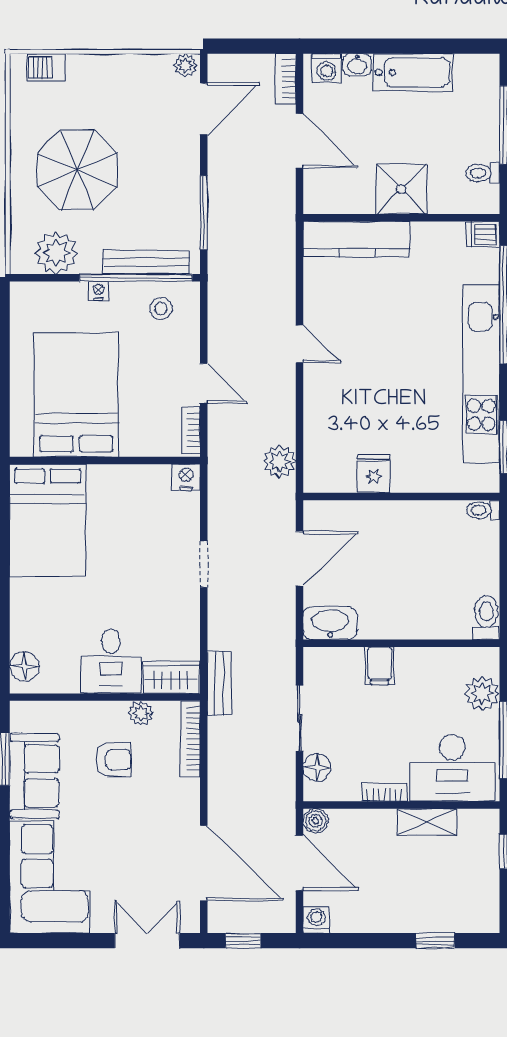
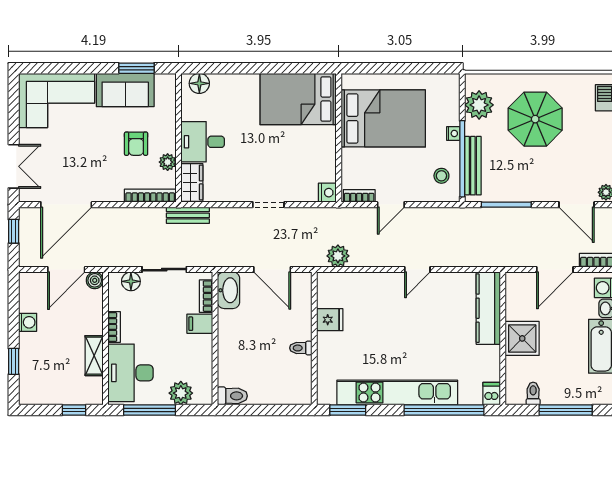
toilet: (483, 510) -> (301, 348), moved, turned -90
bookcase: (339, 656) -> (206, 296), added
washing machine: (316, 920) -> (28, 322), moved

